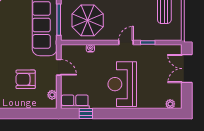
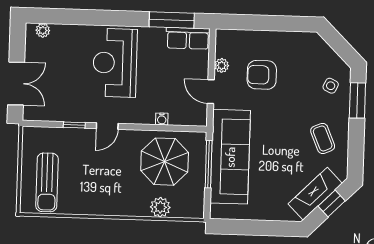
armchair: (26, 79) -> (262, 75), turned 180
reception desk: (122, 84) -> (115, 63), turned 180
plant: (52, 95) -> (222, 65), moved
window: (86, 113) -> (172, 20), width x2.17

